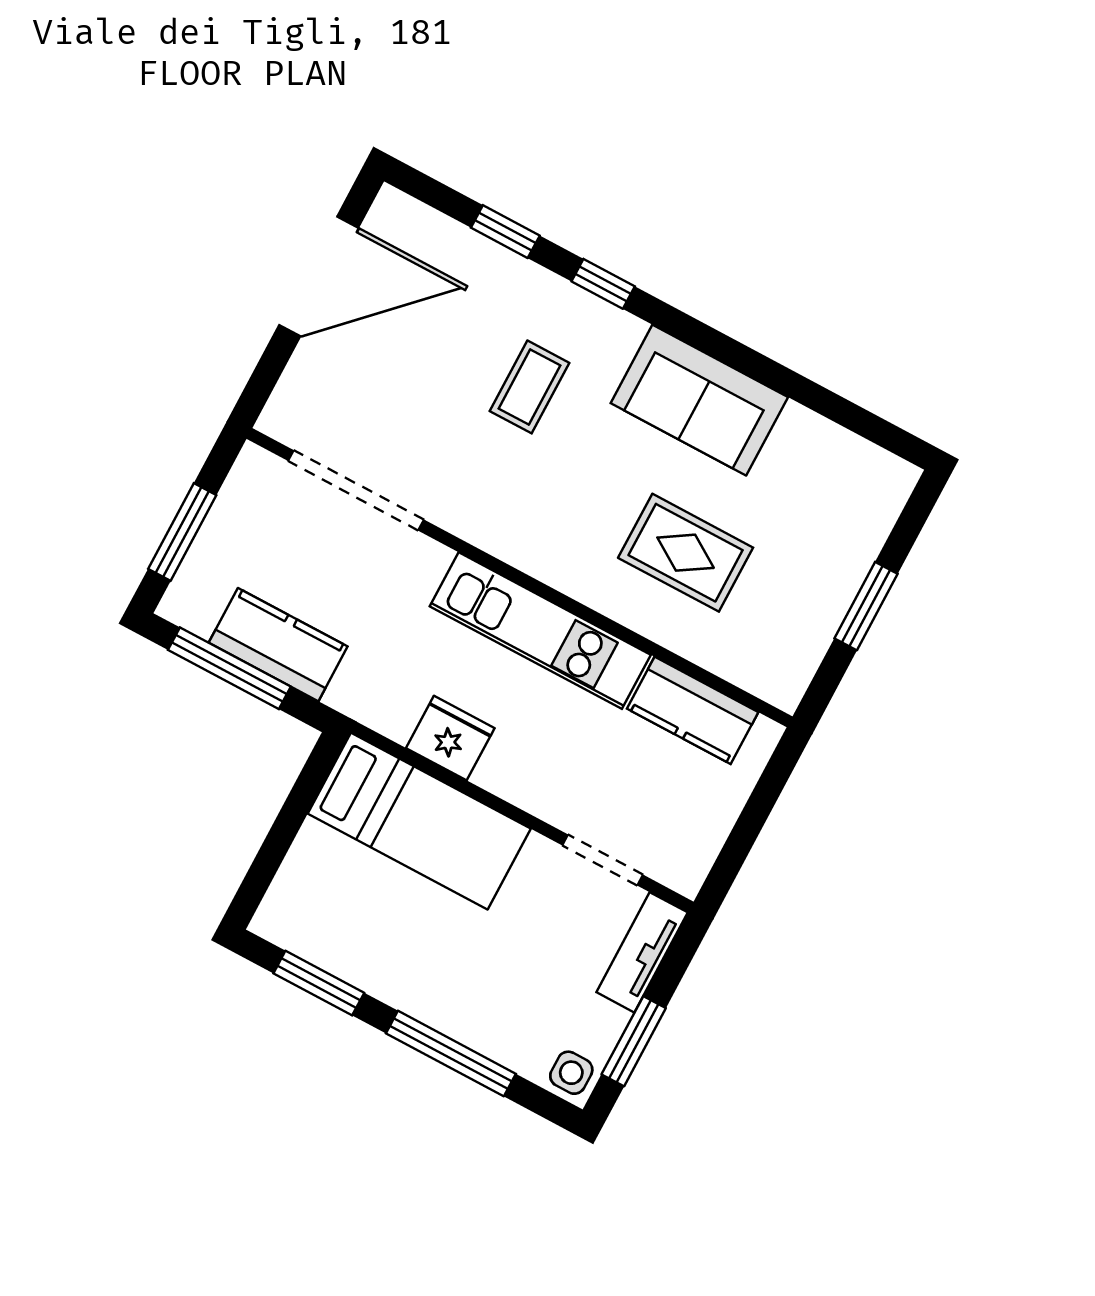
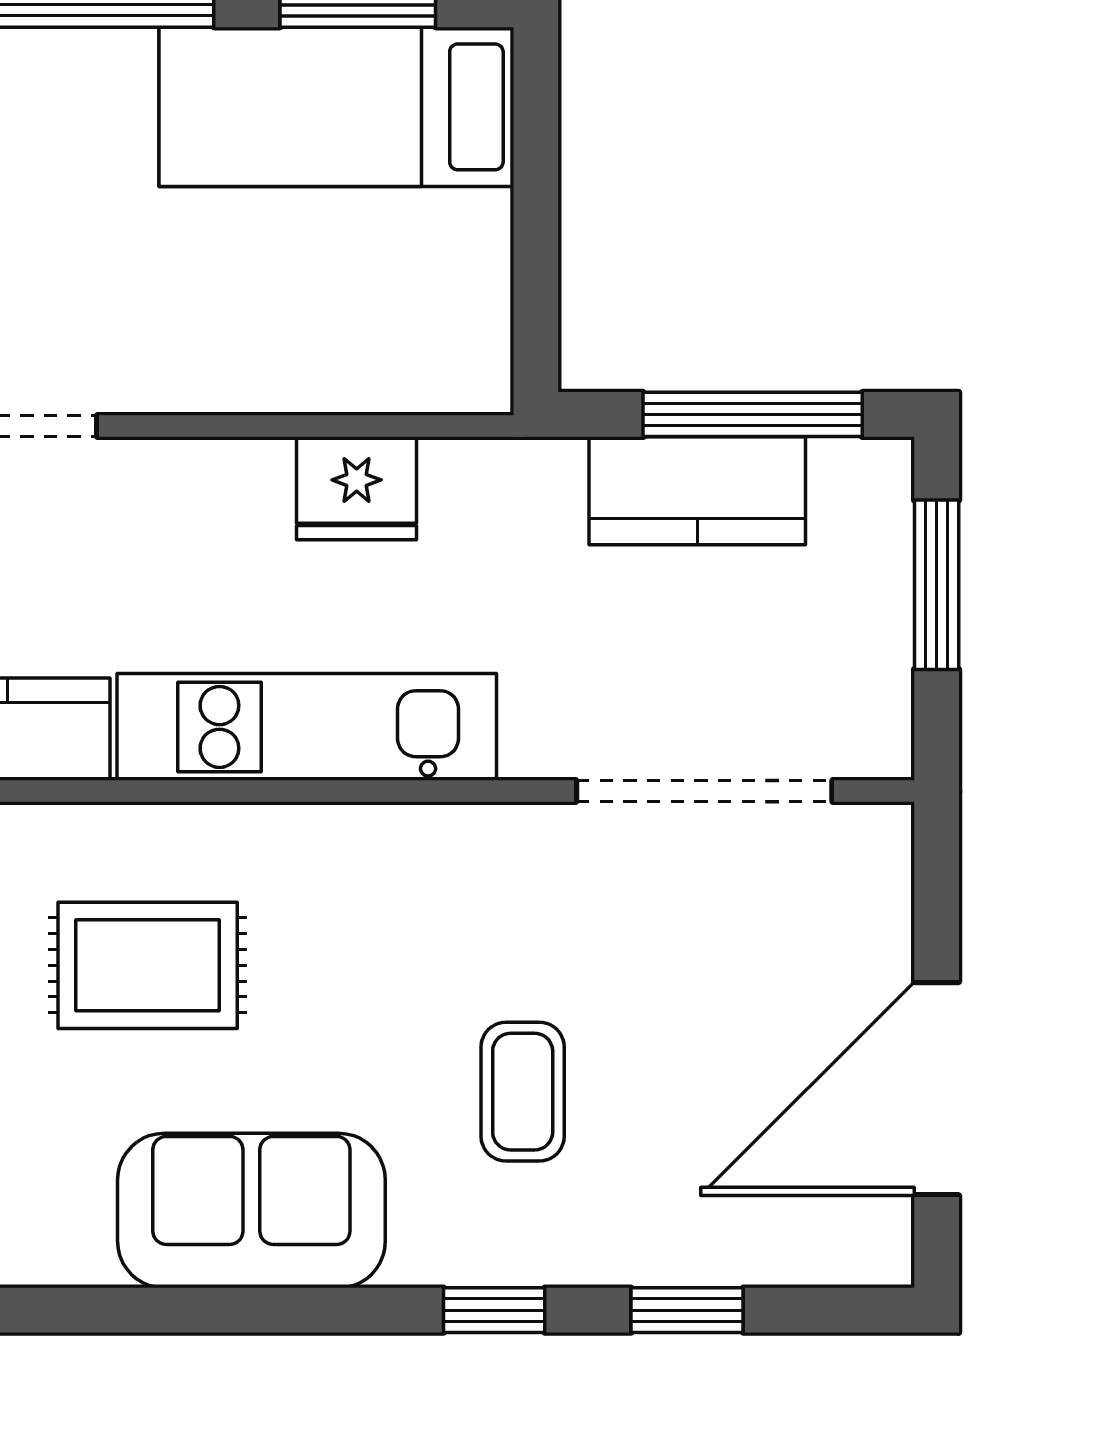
bed: (419, 821) -> (336, 107), moved

